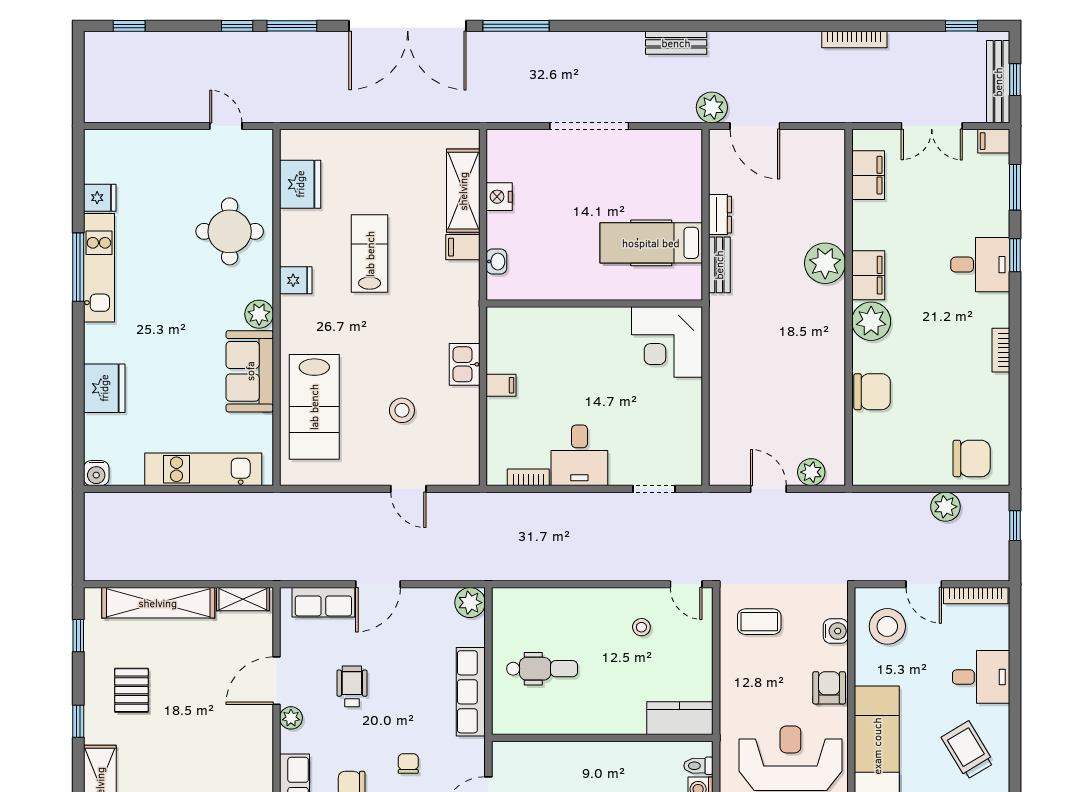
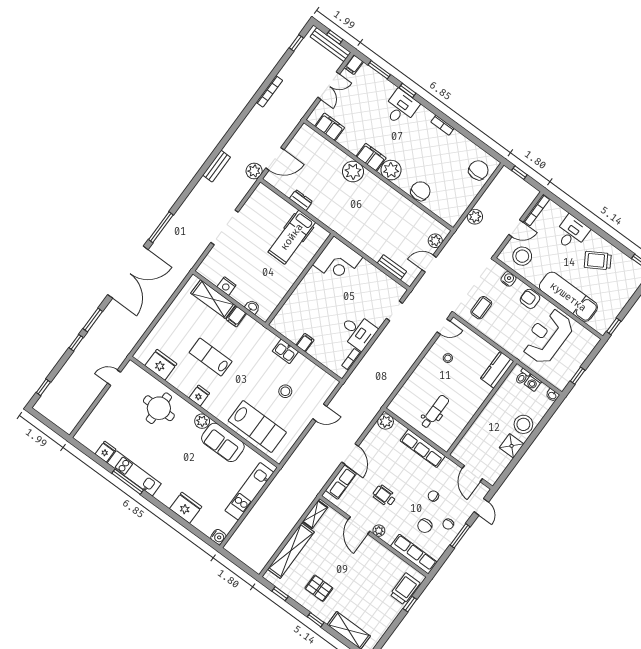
bench: (719, 265) -> (392, 267), moved
plant: (945, 507) -> (475, 217), moved

